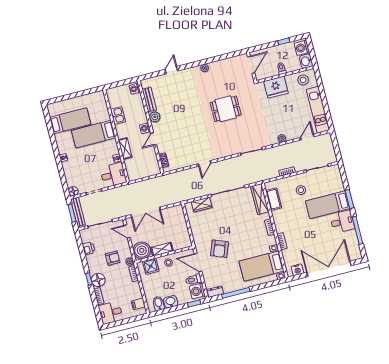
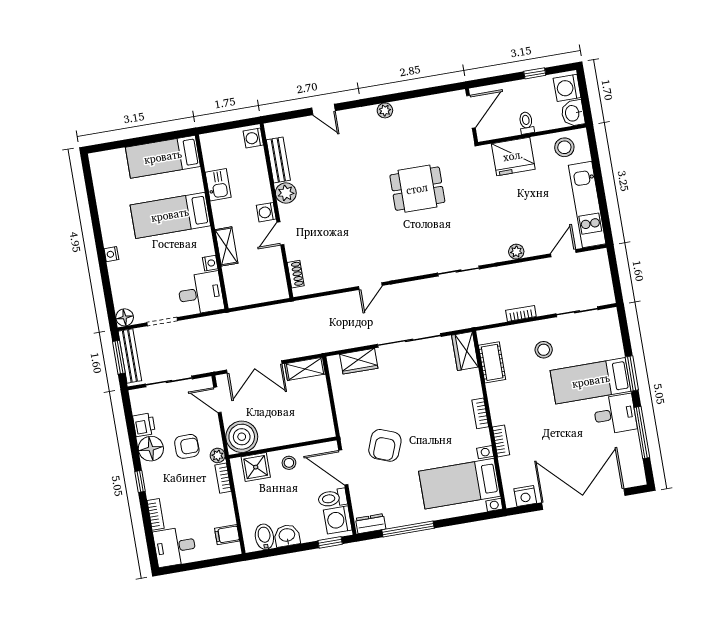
door: (171, 70) -> (323, 109), swing flipped
bed: (70, 121) -> (163, 157), moved, turned 180
wardrobe: (260, 199) -> (465, 351), width x0.67
shelving: (162, 249) -> (305, 369), moved
floor lamp: (98, 280) -> (151, 449), moved

